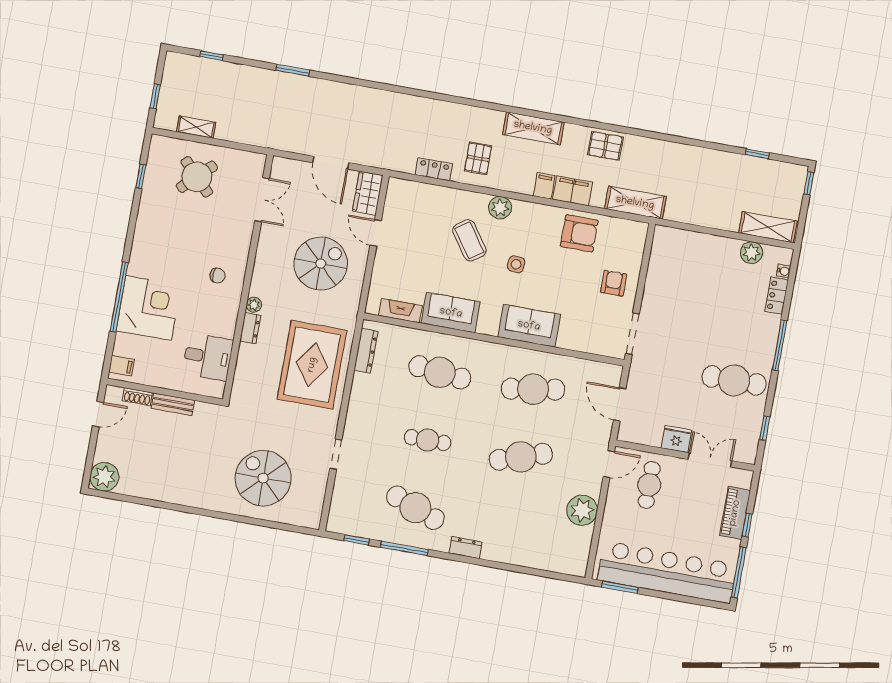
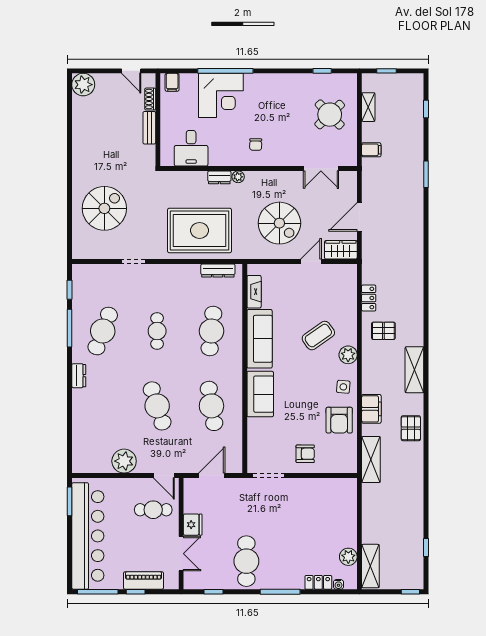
filing cabinet: (544, 186) -> (371, 150), moved
side table: (516, 264) -> (343, 387), moved
sofa: (451, 313) -> (260, 339), width x1.36

